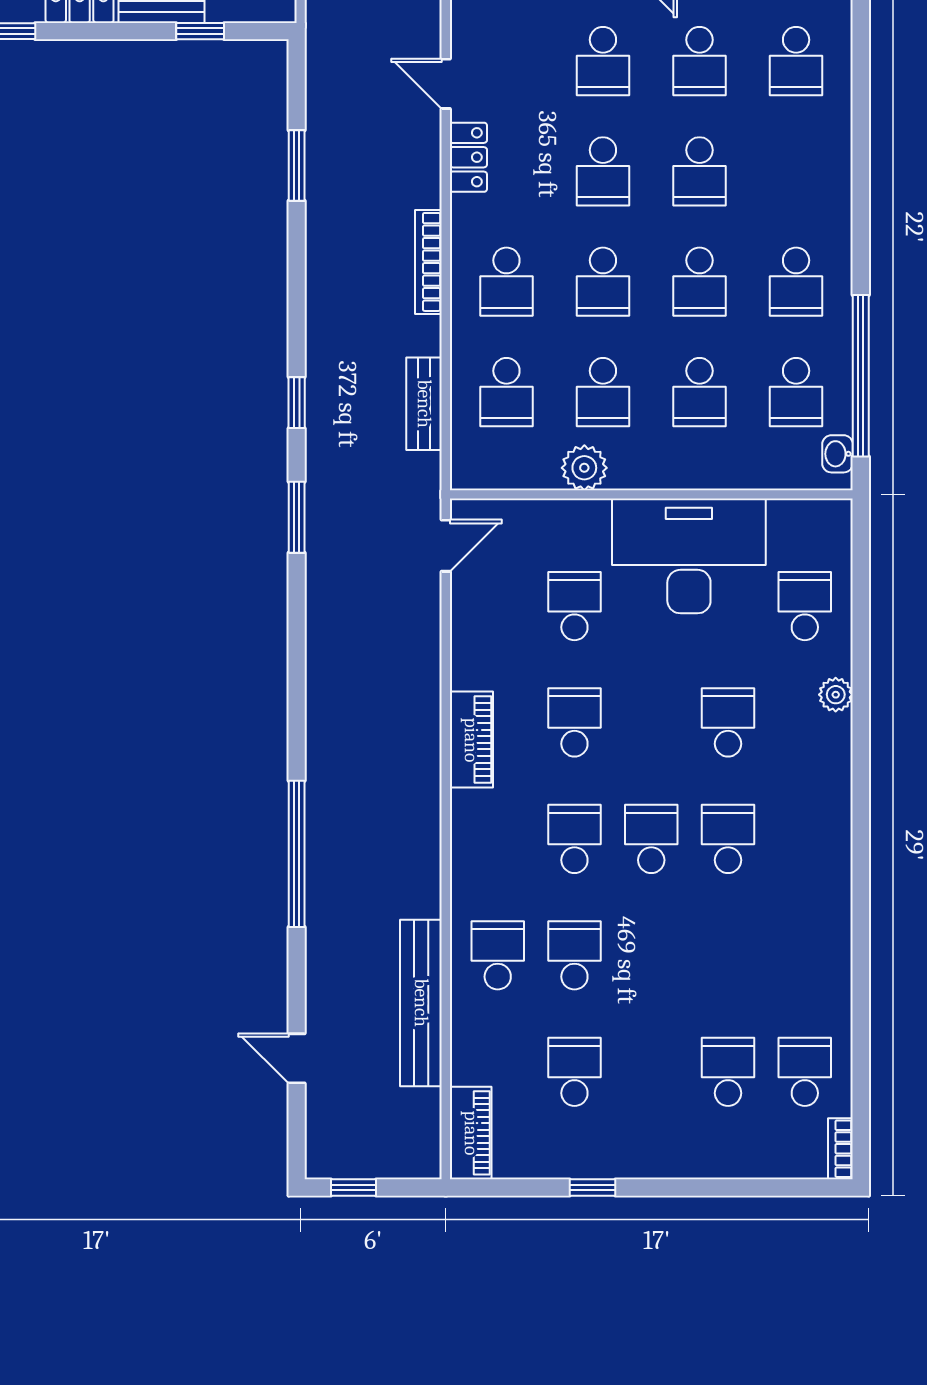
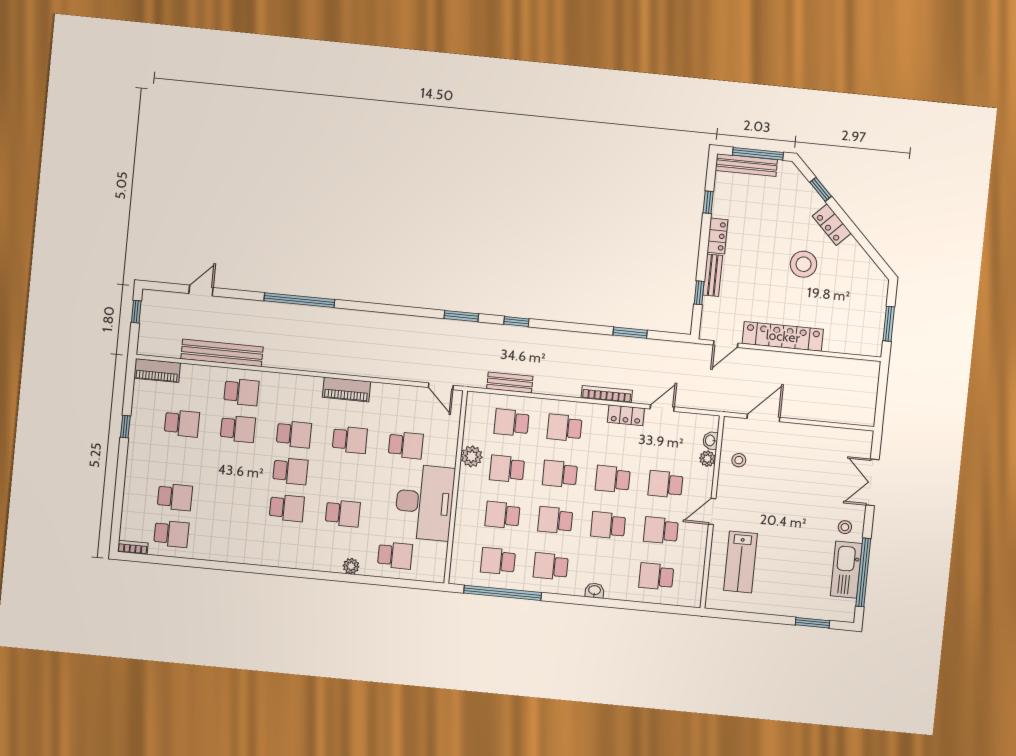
bookcase: (428, 262) -> (607, 394), moved
washbasin: (838, 454) -> (595, 591), moved

